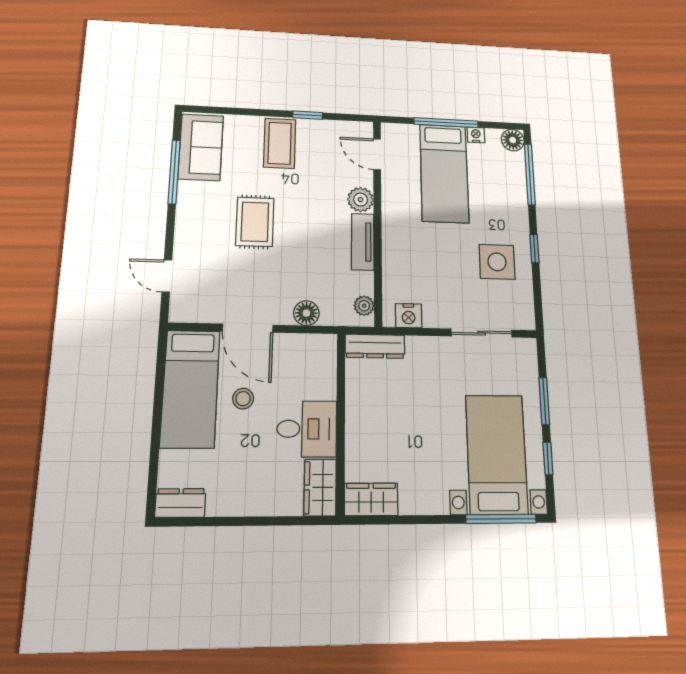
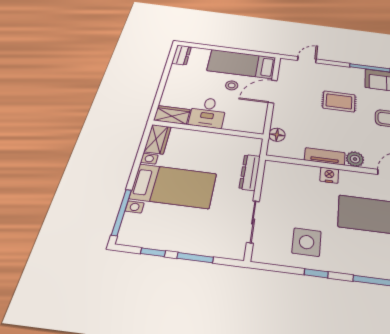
plant: (364, 306) -> (281, 151), removed
floor lamp: (306, 313) -> (277, 135), moved
nightstand: (409, 316) -> (329, 175), moved, turned 90
dresser: (375, 346) -> (250, 172), moved
bed with nightstands: (496, 454) -> (174, 186), moved

